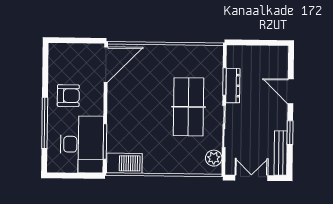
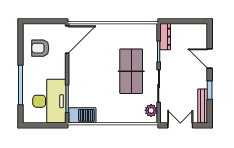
dresser: (233, 86) -> (165, 37), moved
armchair: (68, 96) -> (40, 48), moved, turned 180

